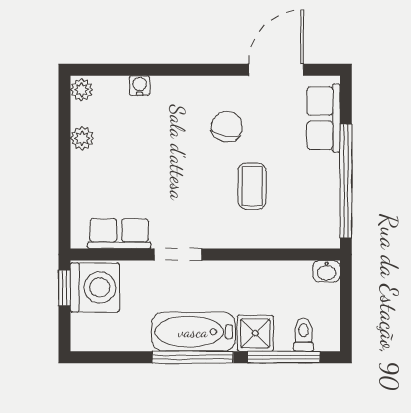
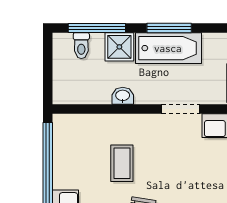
washbasin: (327, 271) -> (123, 96), moved
window: (193, 357) -> (169, 28), width x0.69

